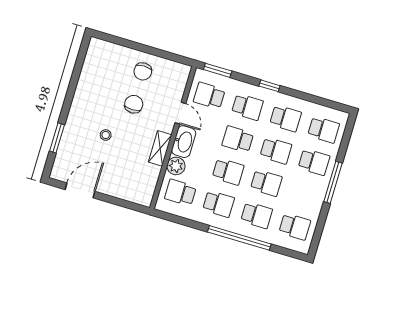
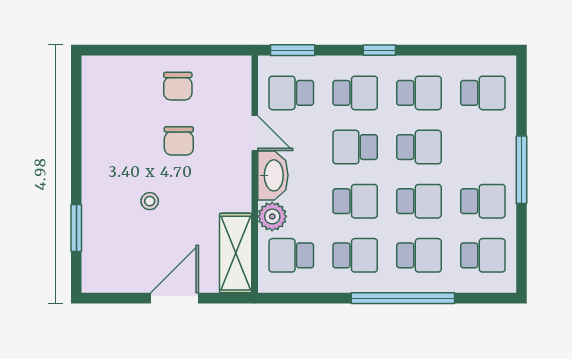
chair: (134, 104) -> (179, 141), turned 180
shelving: (160, 148) -> (236, 253), moved, width x1.50, depth x1.33
school desk: (314, 162) -> (483, 201), moved
door: (80, 190) -> (175, 298), moved

